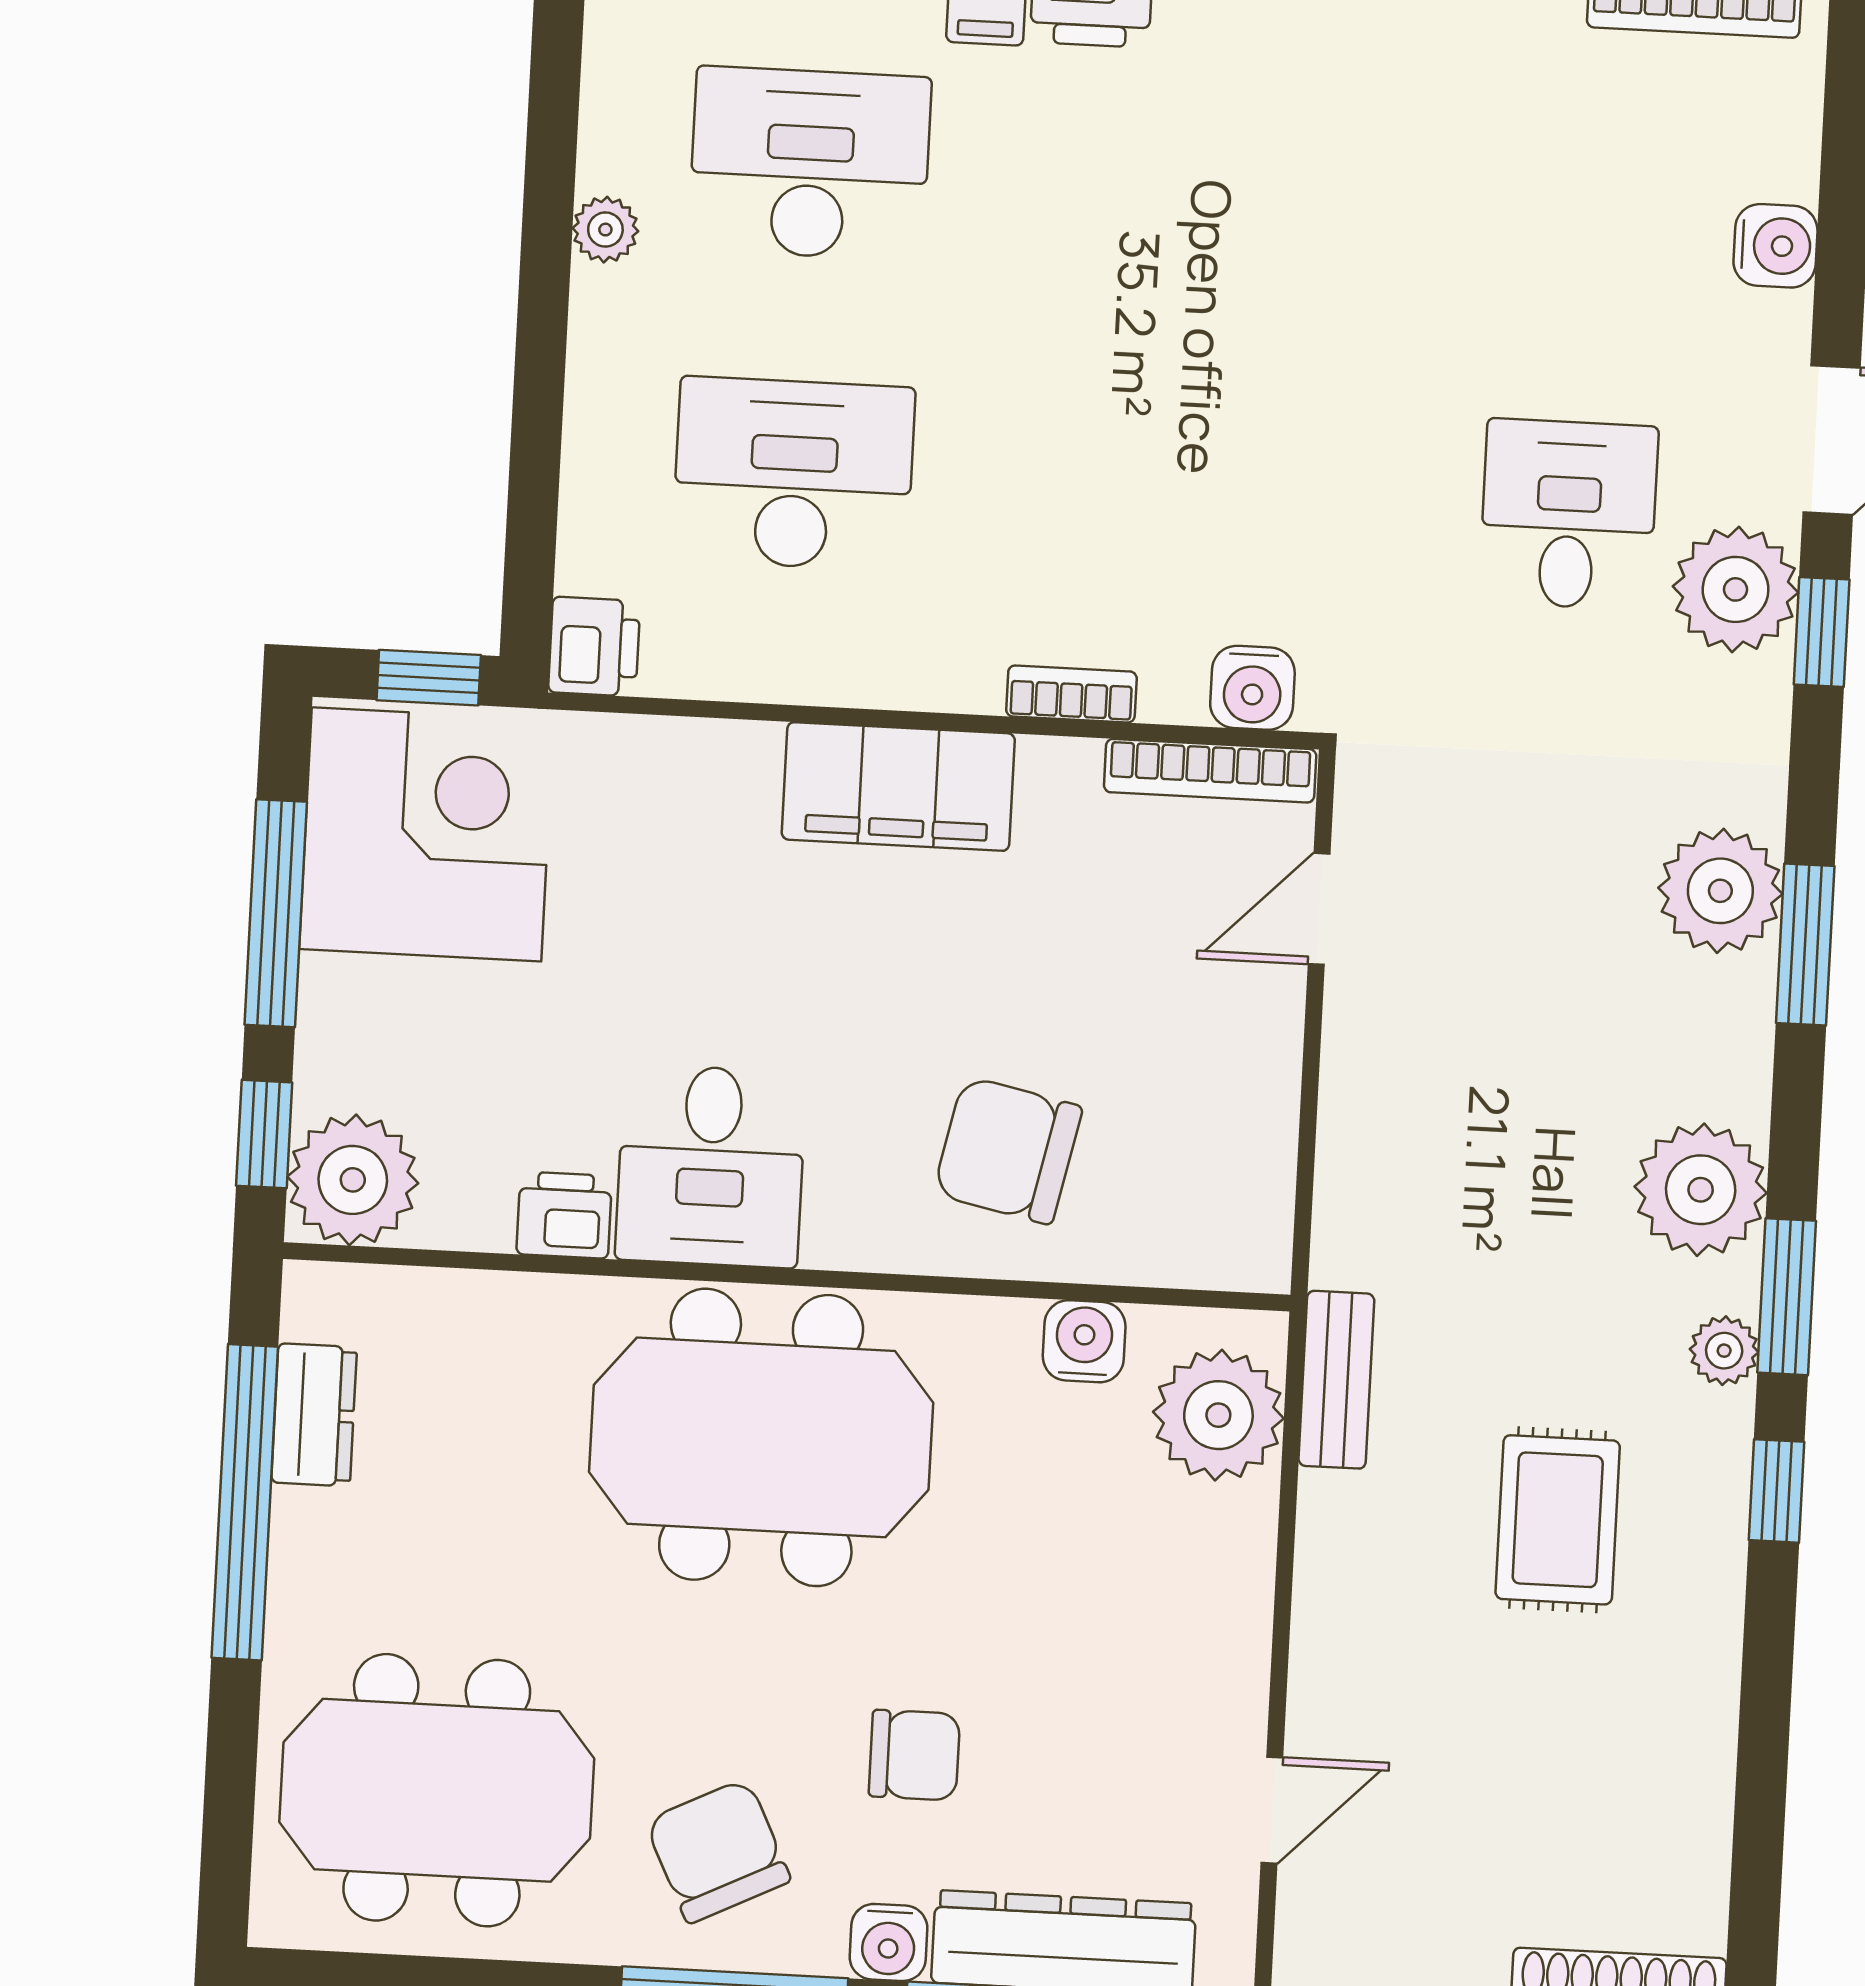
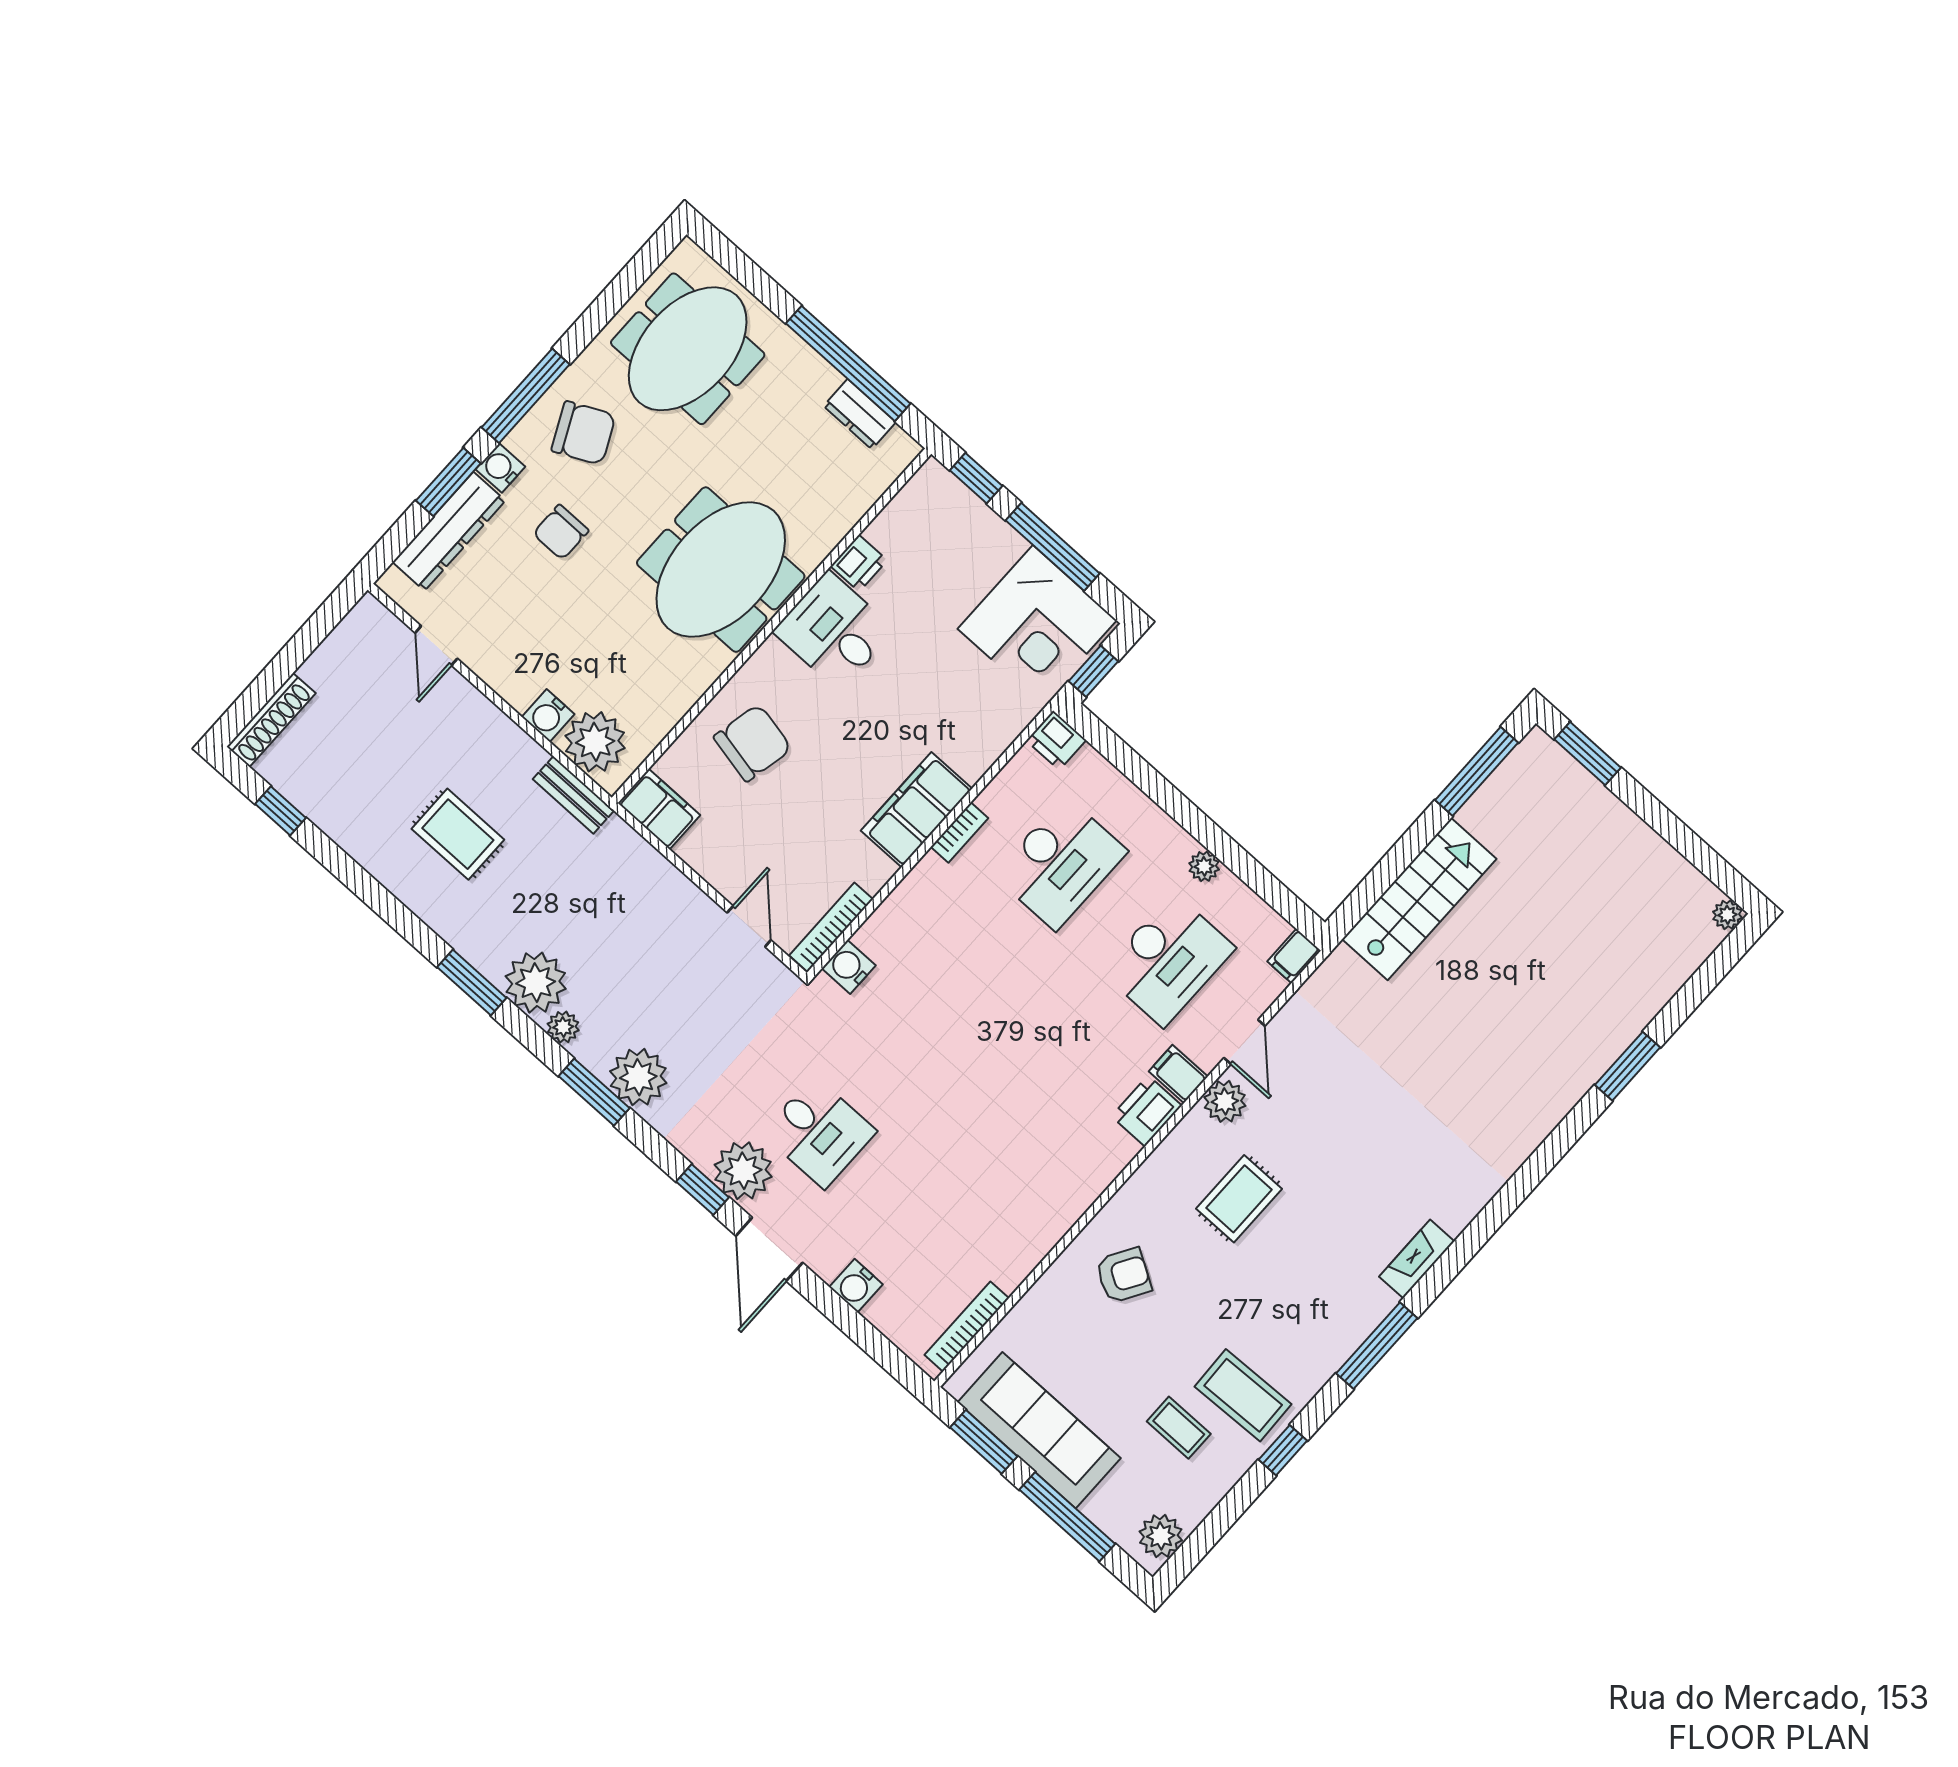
bookcase: (1071, 694) -> (960, 832), moved
plant: (353, 1180) -> (933, 497), removed
filing cabinet: (1245, 1218) -> (659, 809), added
water cooler: (1084, 1341) -> (548, 716), moved, turned 90
plant: (1724, 1351) -> (563, 1027), moved
window: (1777, 1491) -> (281, 811), moved

